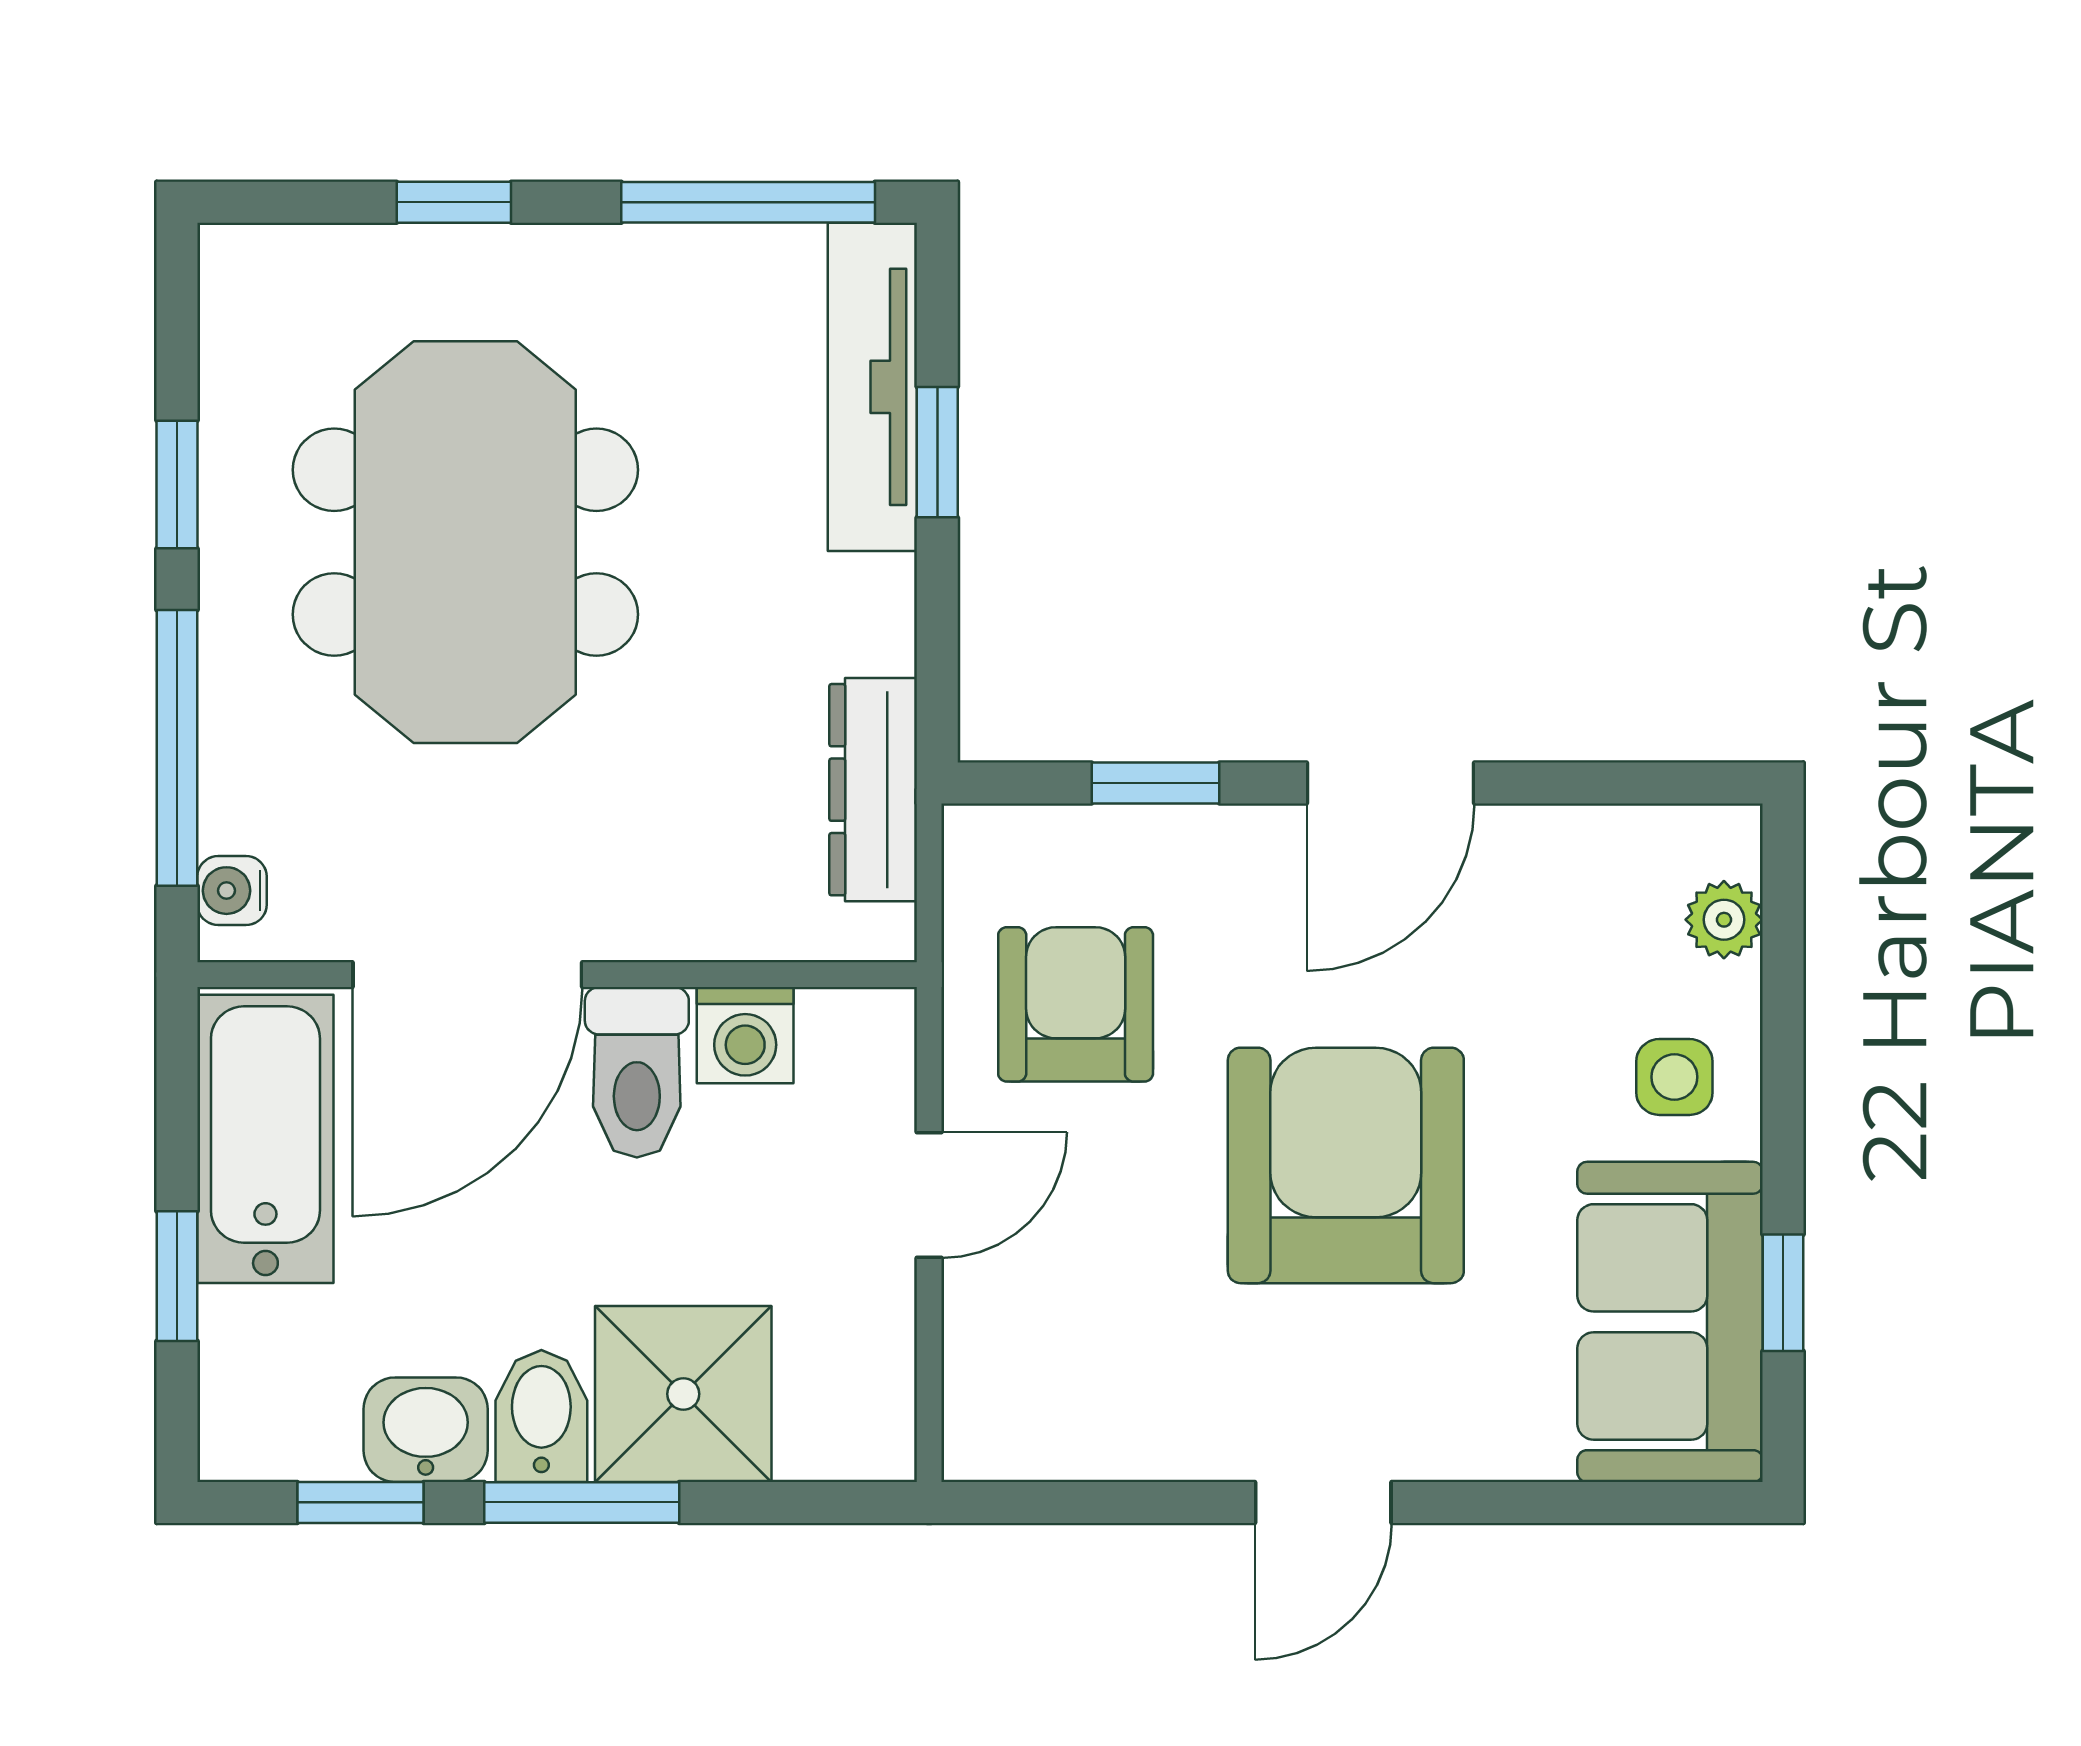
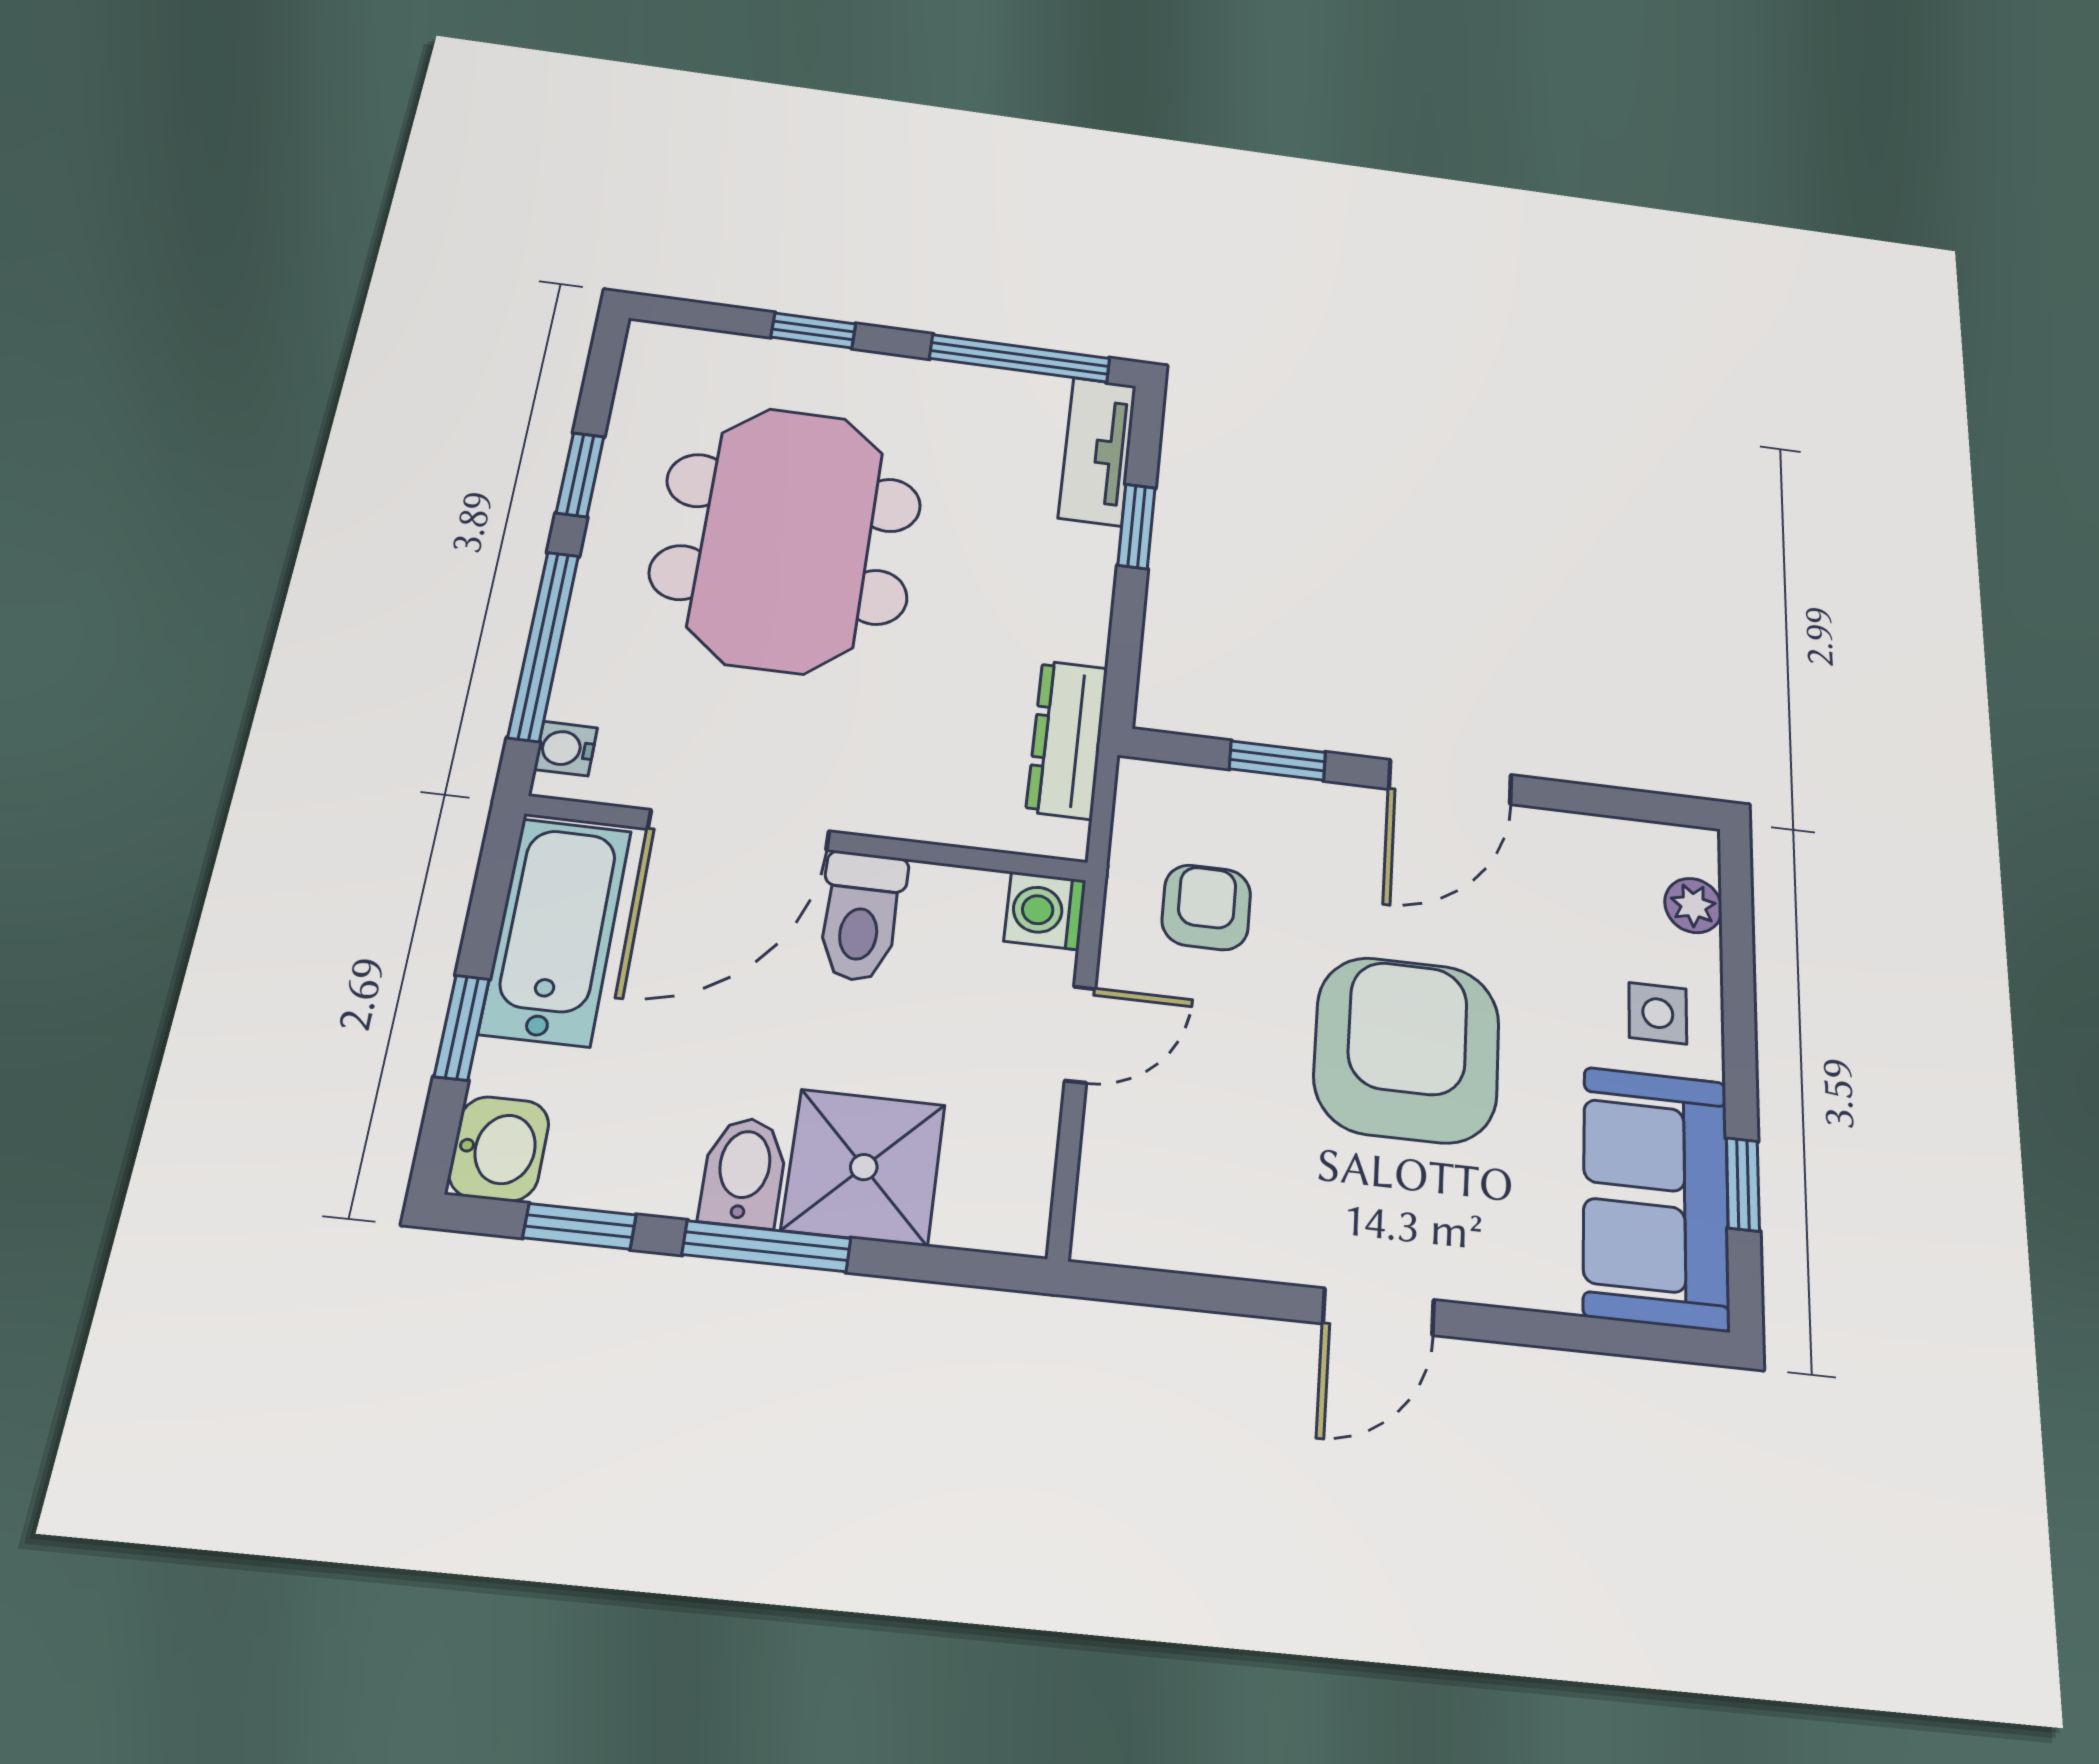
tv unit: (872, 387) -> (1098, 451), width x0.71
armchair: (1076, 1004) -> (1206, 907), width x0.72, depth x0.72
washing machine: (745, 1035) -> (1045, 911), moved, turned 90
washbasin: (426, 1430) -> (499, 1149), moved, turned 90

